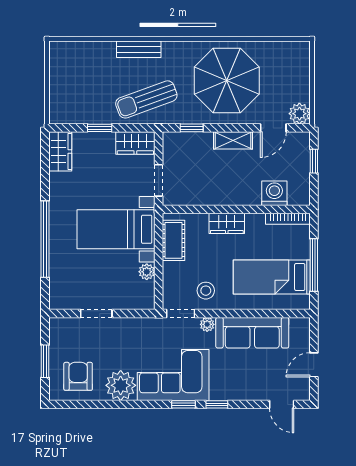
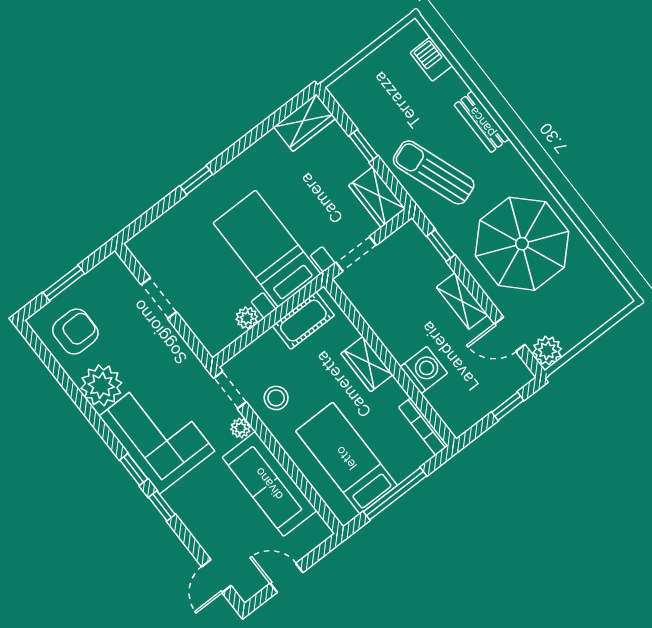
barbecue: (80, 50) -> (431, 59), added
washing machine: (274, 193) -> (424, 370), moved
window: (45, 239) -> (196, 180), width x0.32

